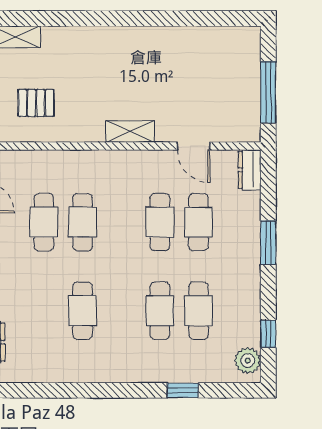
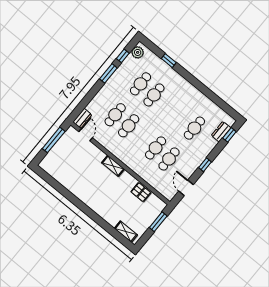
pallet: (36, 103) -> (141, 192), moved
door: (194, 146) -> (86, 135), moved
window: (268, 243) -> (108, 73), moved
cafe table: (82, 311) -> (194, 128), moved

